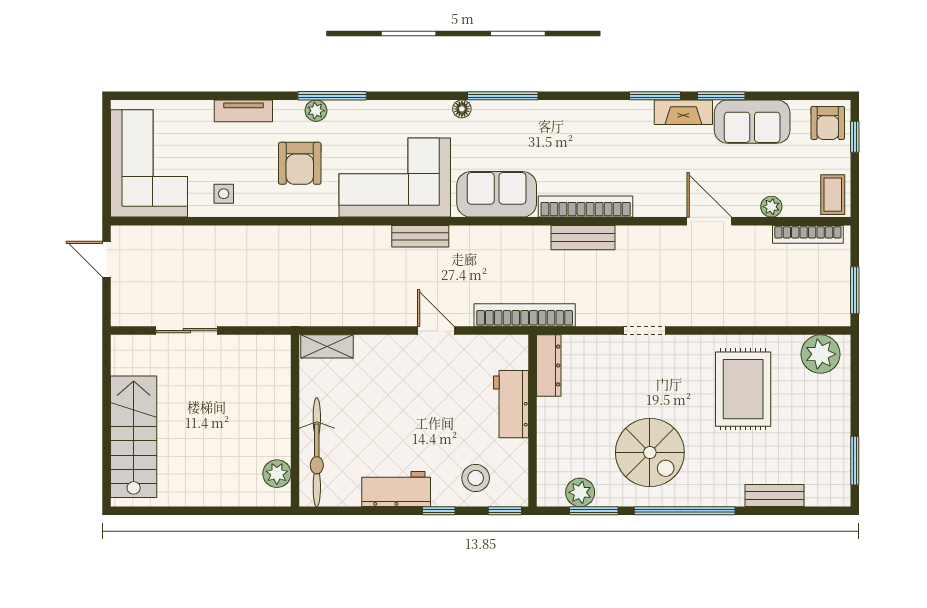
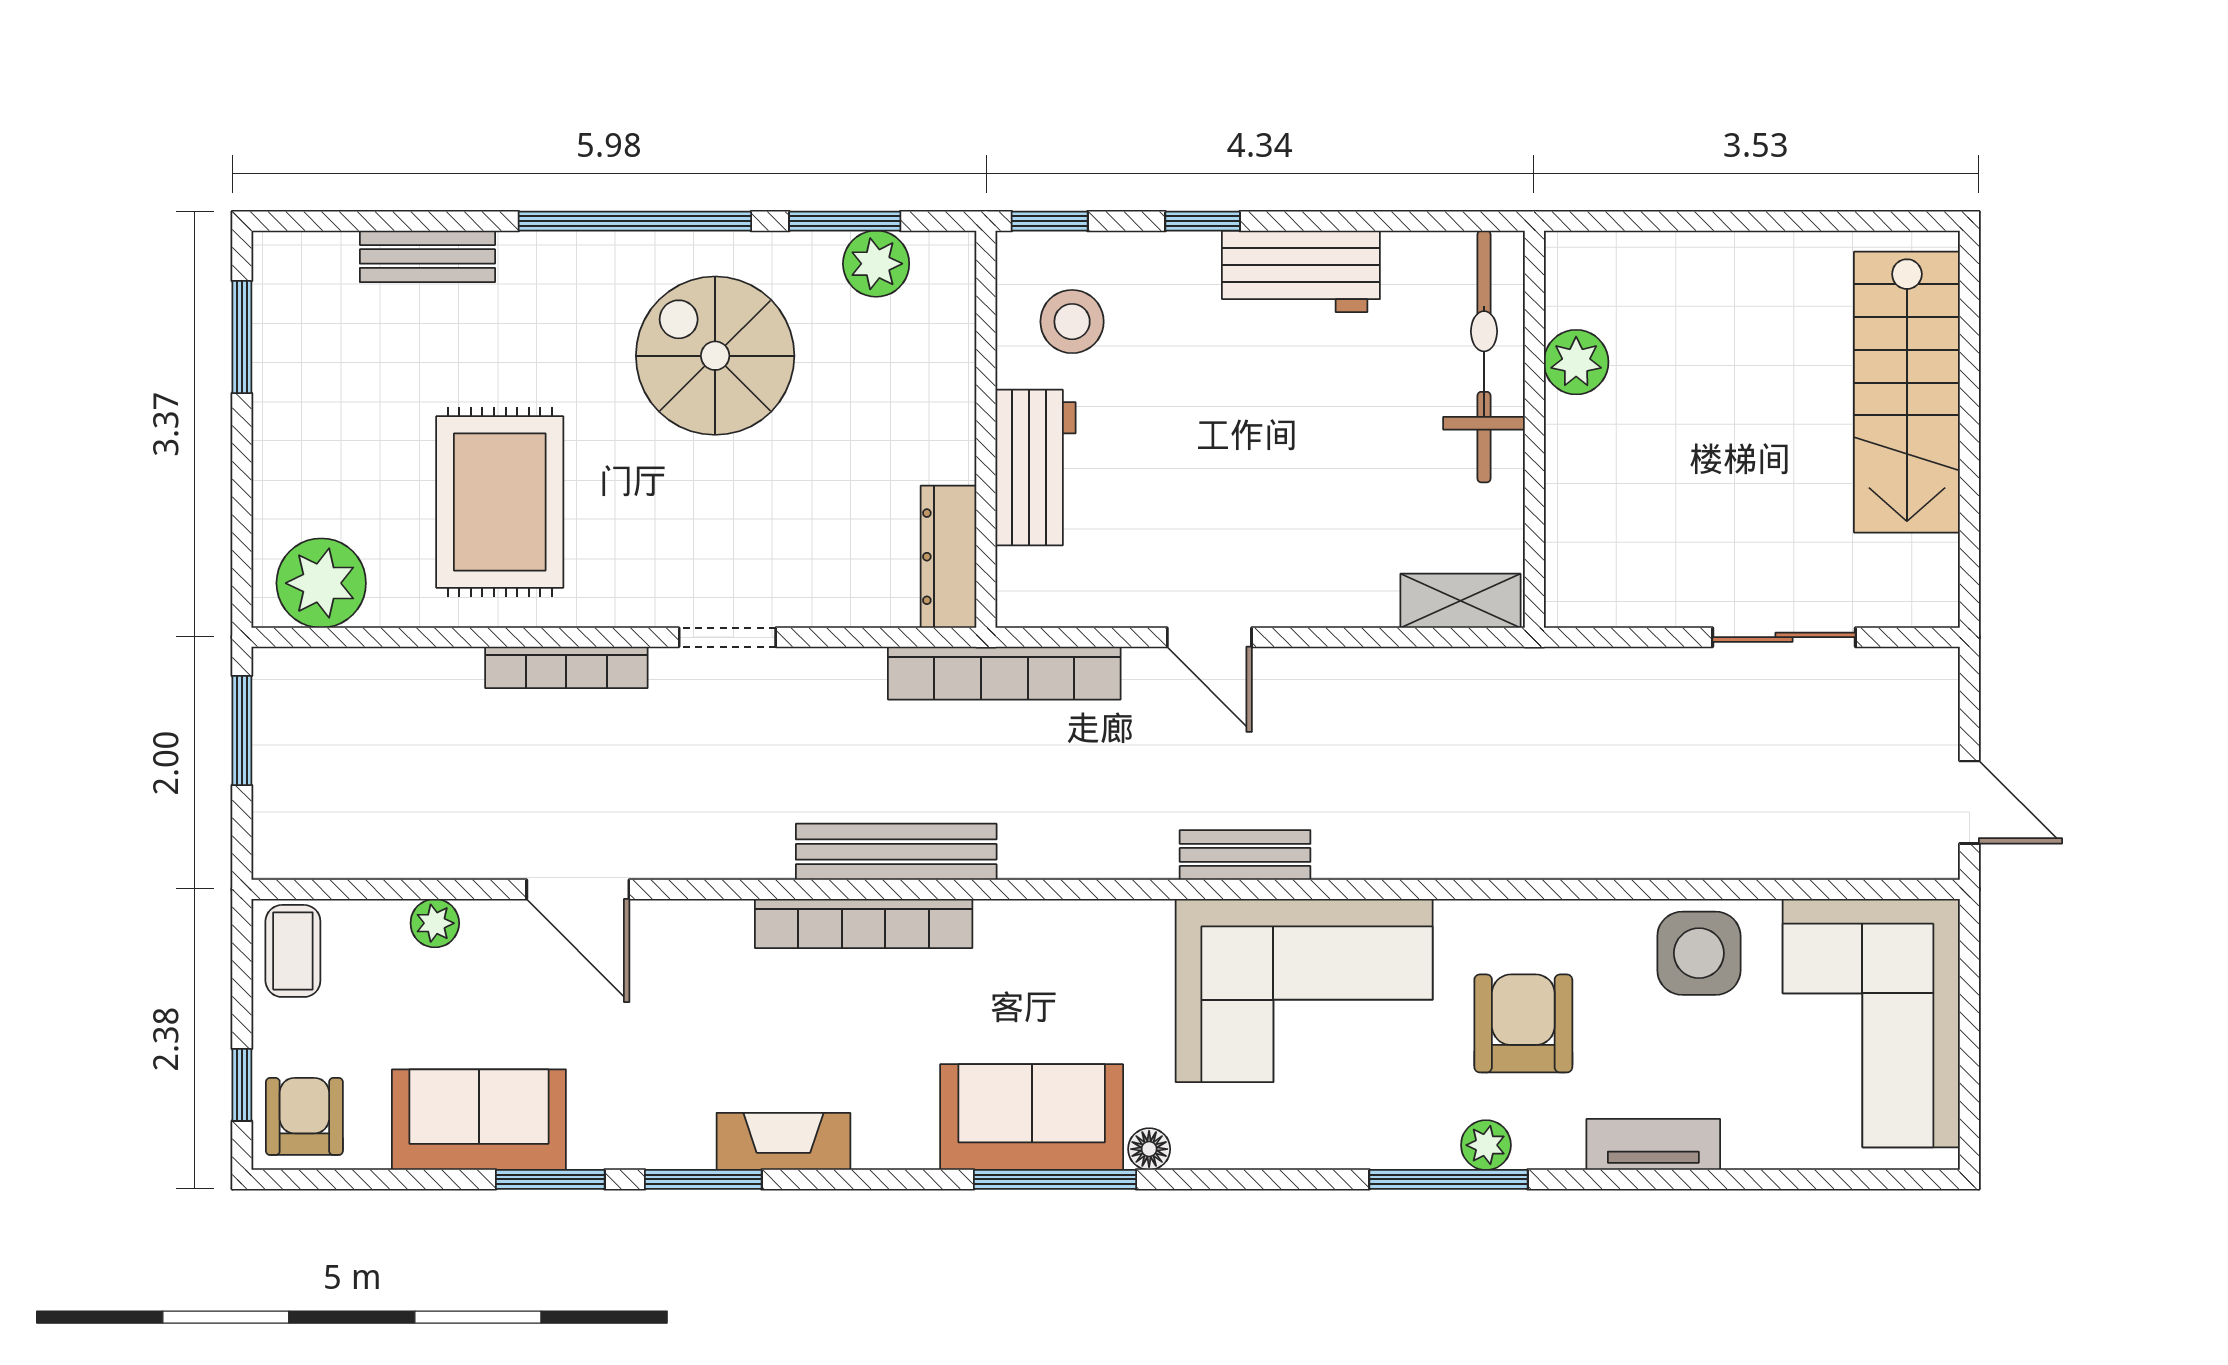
fireplace: (683, 112) -> (783, 1141), moved
side table: (224, 194) -> (1699, 953), width x1.87, depth x1.87
sofa: (497, 194) -> (1032, 1117), moved, turned 180
bookcase: (808, 234) -> (566, 667), moved, turned 180
bench: (583, 238) -> (896, 852), width x1.36
plant: (277, 474) -> (1576, 362), moved
stool: (476, 478) -> (1072, 322), moved

